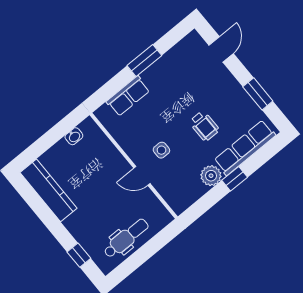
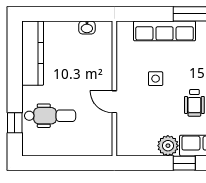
row of seats: (128, 96) -> (165, 31), width x1.48
side table: (161, 150) -> (156, 79), moved
dental chair: (126, 238) -> (50, 116), moved

